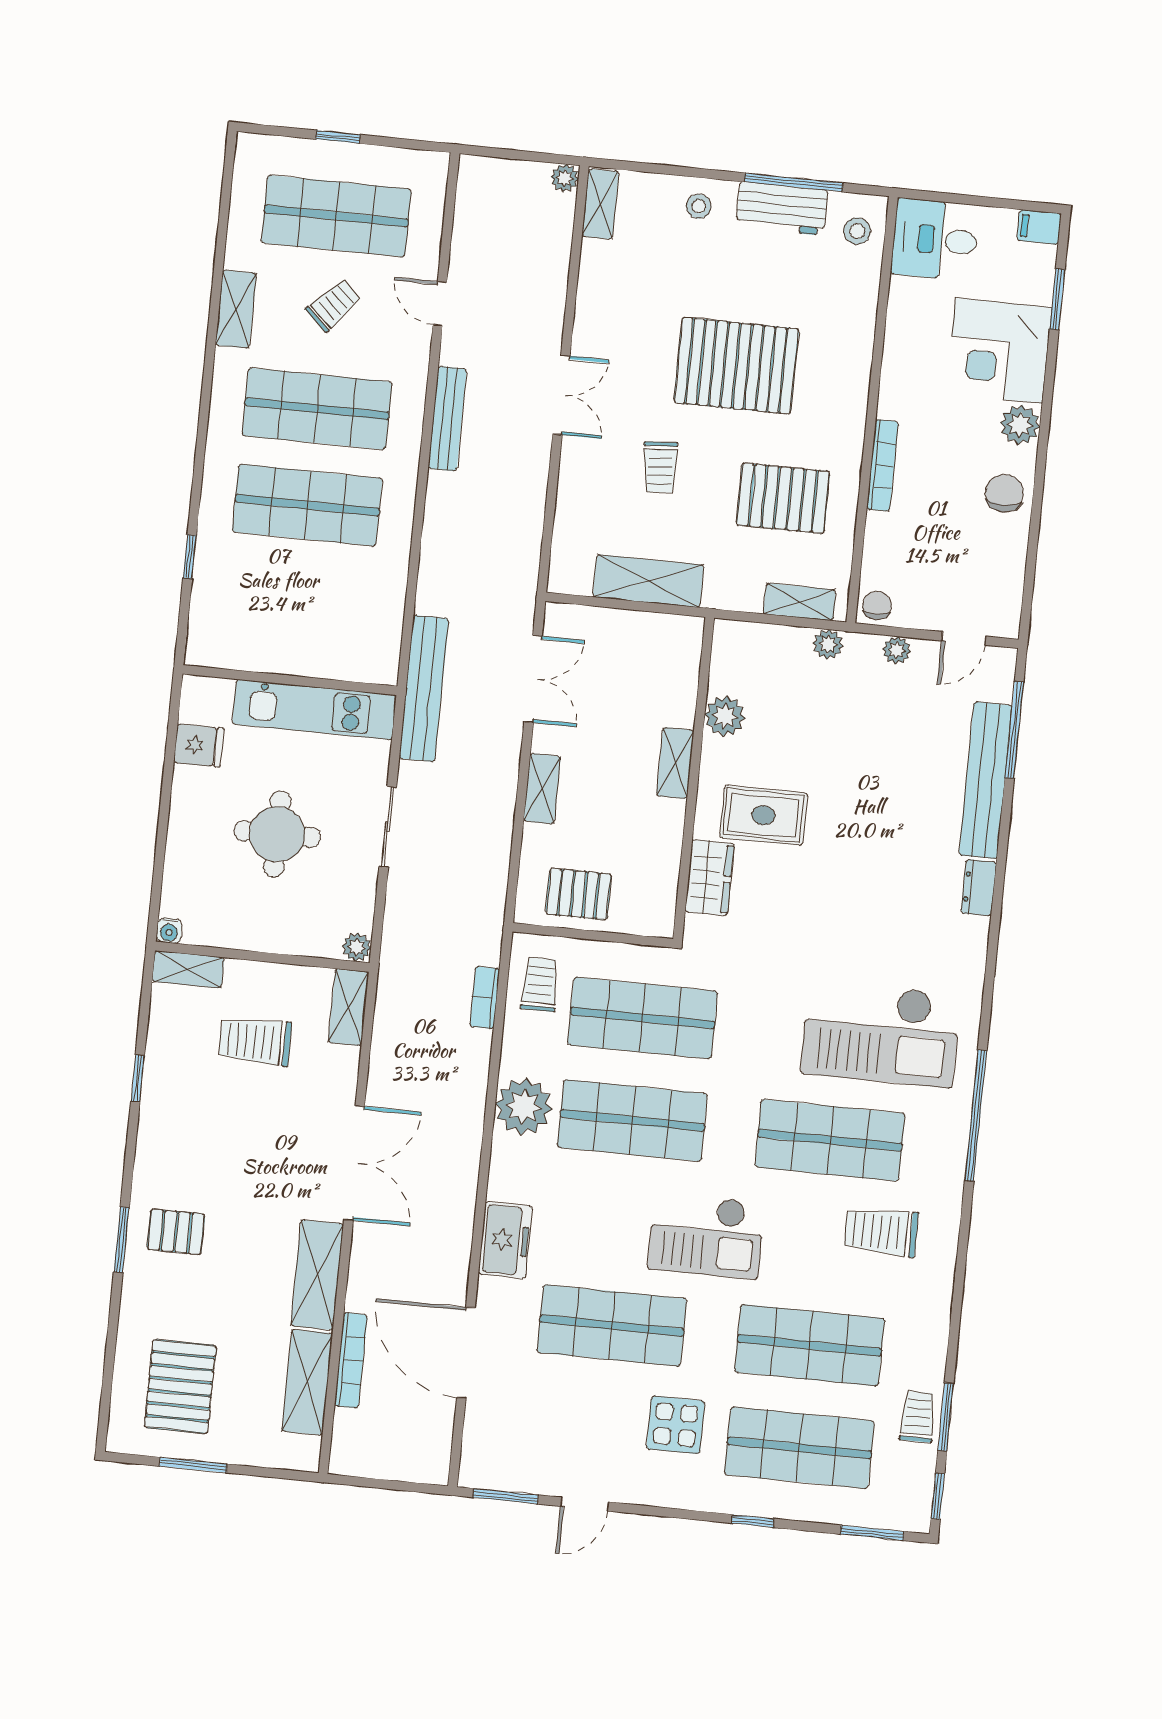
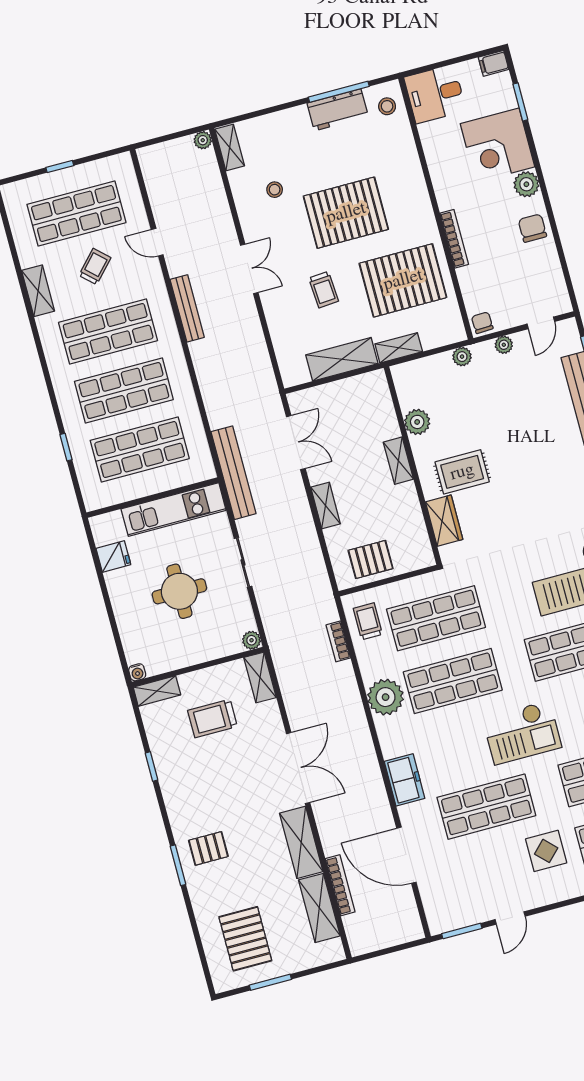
stool: (699, 206) -> (275, 190), moved
pallet: (783, 498) -> (403, 280), width x1.37, depth x1.41
shop shelf: (298, 602) -> (140, 450), added
shelving: (800, 602) -> (399, 348), moved

